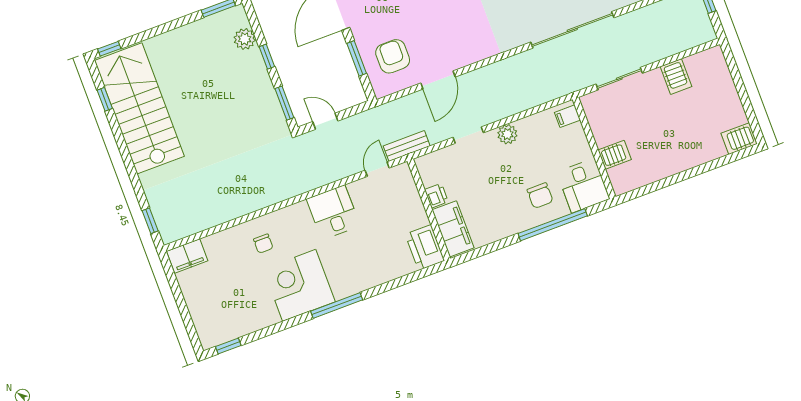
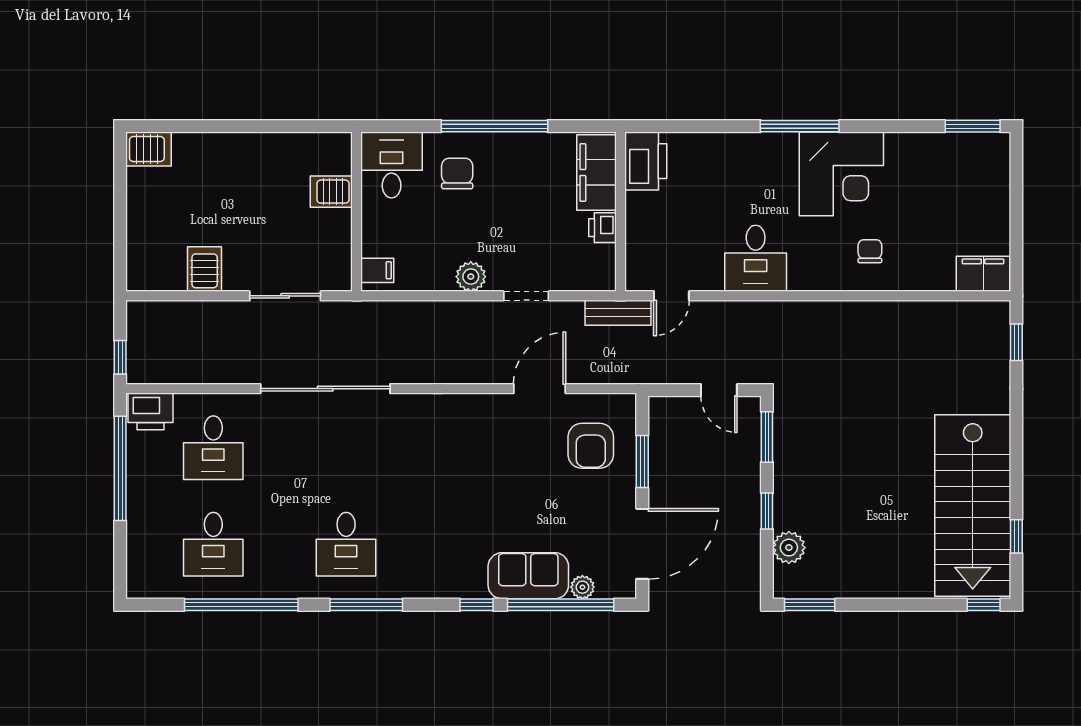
window: (553, 225) -> (494, 126), moved
window: (228, 346) -> (973, 126), width x1.50

